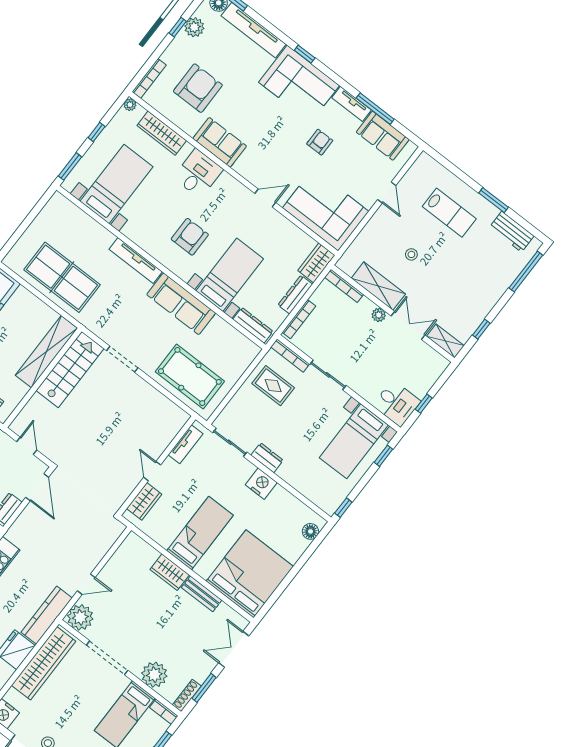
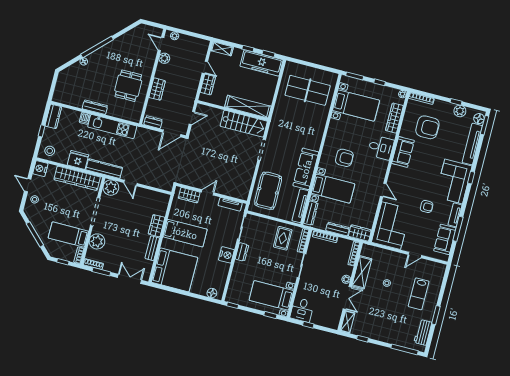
tv unit: (136, 260) -> (300, 206), moved
table tennis table: (62, 277) -> (308, 90), moved, turned 90

